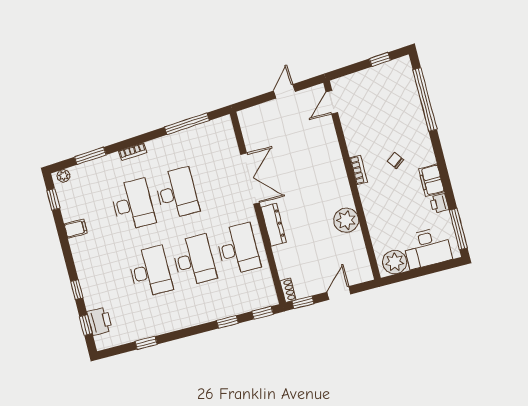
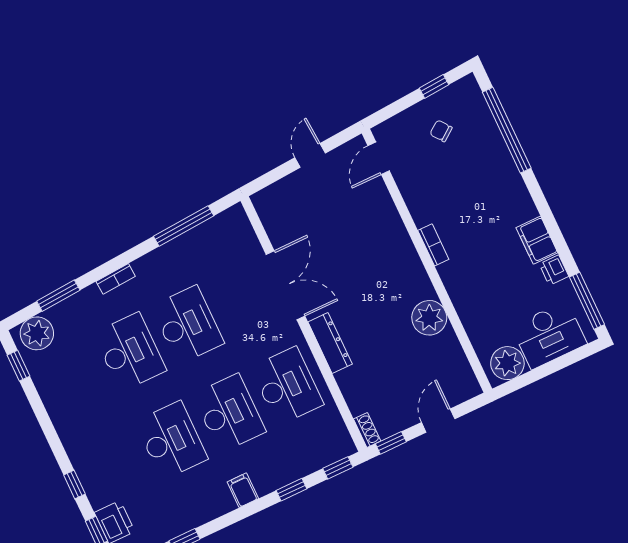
chair: (395, 160) -> (441, 131), moved
plant: (63, 176) -> (37, 333), width x1.87, depth x1.87
filing cabinet: (76, 229) -> (243, 490), moved, turned -90

